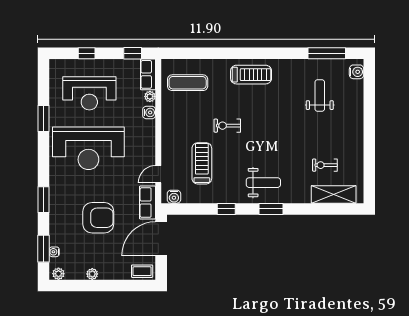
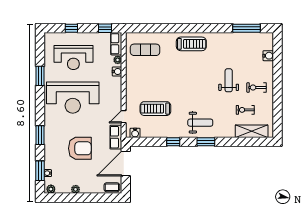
water cooler: (357, 72) -> (268, 56), moved
weight bench: (320, 96) -> (229, 80), moved
exercise bike: (227, 126) -> (256, 87), moved
treadmill: (202, 163) -> (155, 109), turned -90

